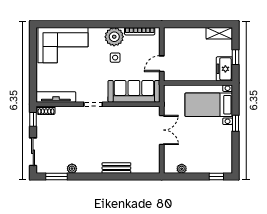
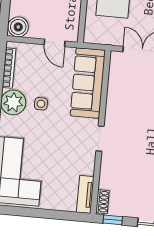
boiler: (171, 35) -> (18, 27), added
tv unit: (56, 97) -> (85, 194), width x0.71

